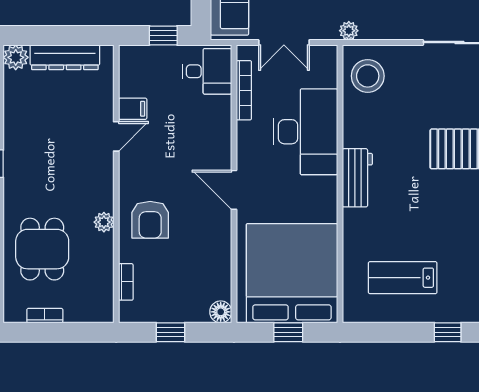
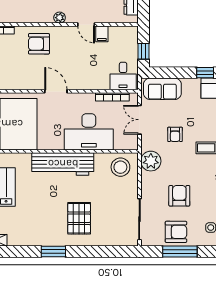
plant: (349, 31) -> (151, 161), width x1.88, depth x1.88
workbench: (357, 178) -> (63, 164), width x1.88, depth x1.32
door: (234, 190) -> (56, 91), hinge flipped
plant: (104, 222) -> (60, 18), moved

